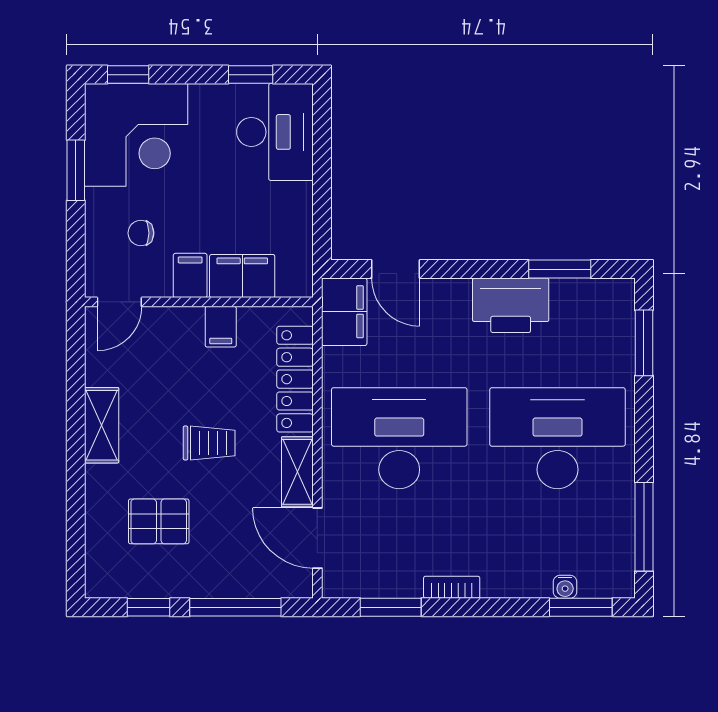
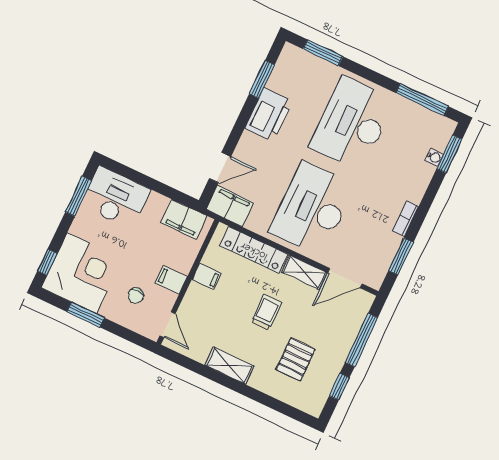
window: (251, 75) -> (78, 196), width x1.50
filing cabinet: (242, 276) -> (184, 219), moved, turned -90

